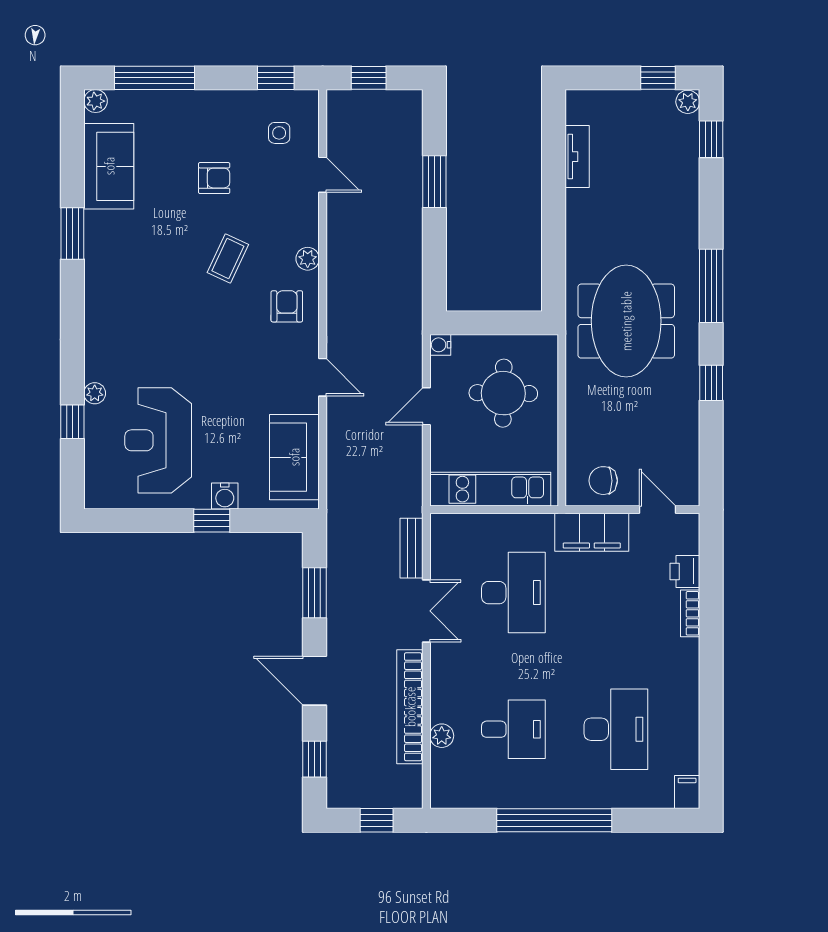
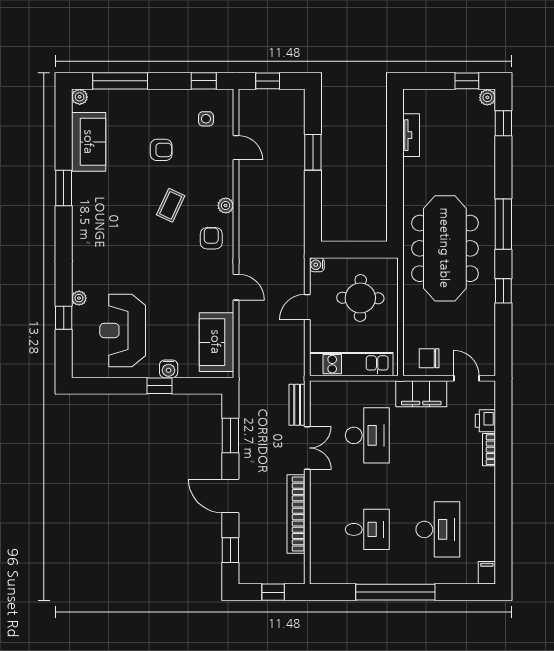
meeting table: (626, 321) -> (445, 248), width x1.36
plant: (442, 736) -> (318, 534), removed

